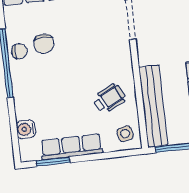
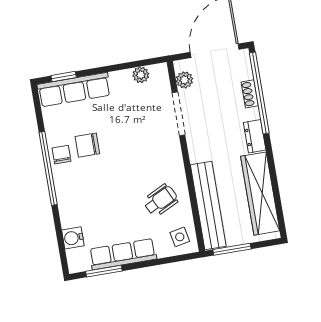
chair: (44, 44) -> (87, 145), turned 90
chair: (19, 51) -> (61, 155), turned -90

